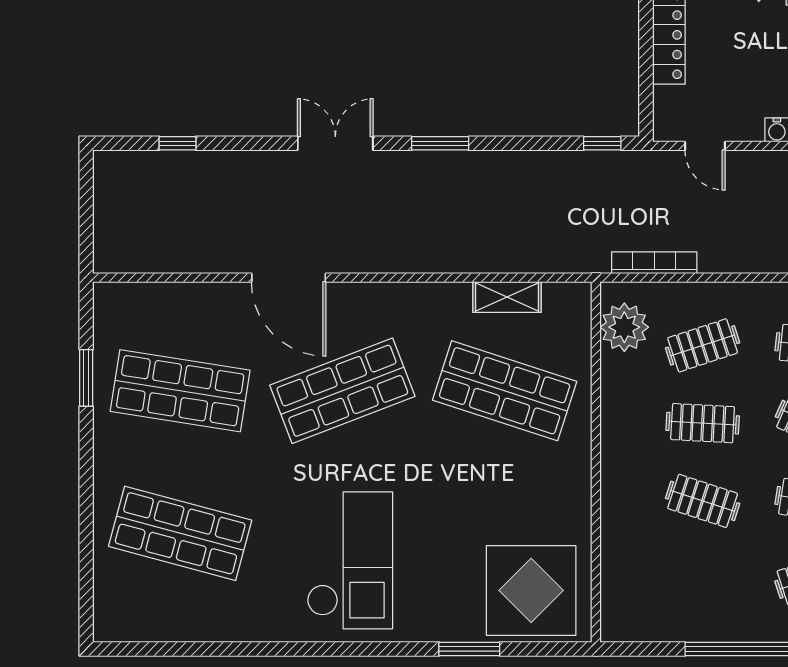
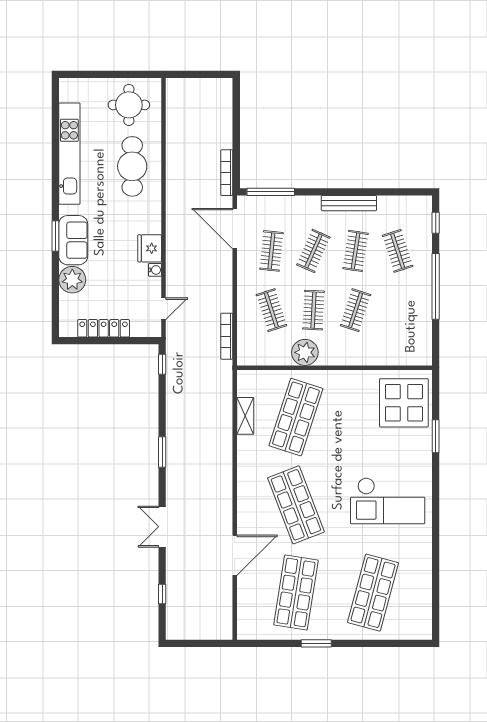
double door: (335, 143) -> (162, 527), moved
door: (289, 278) -> (235, 555), moved
plant: (624, 327) -> (305, 352), moved
window: (86, 378) -> (316, 643), moved
checkout: (350, 560) -> (388, 501), turned 180

